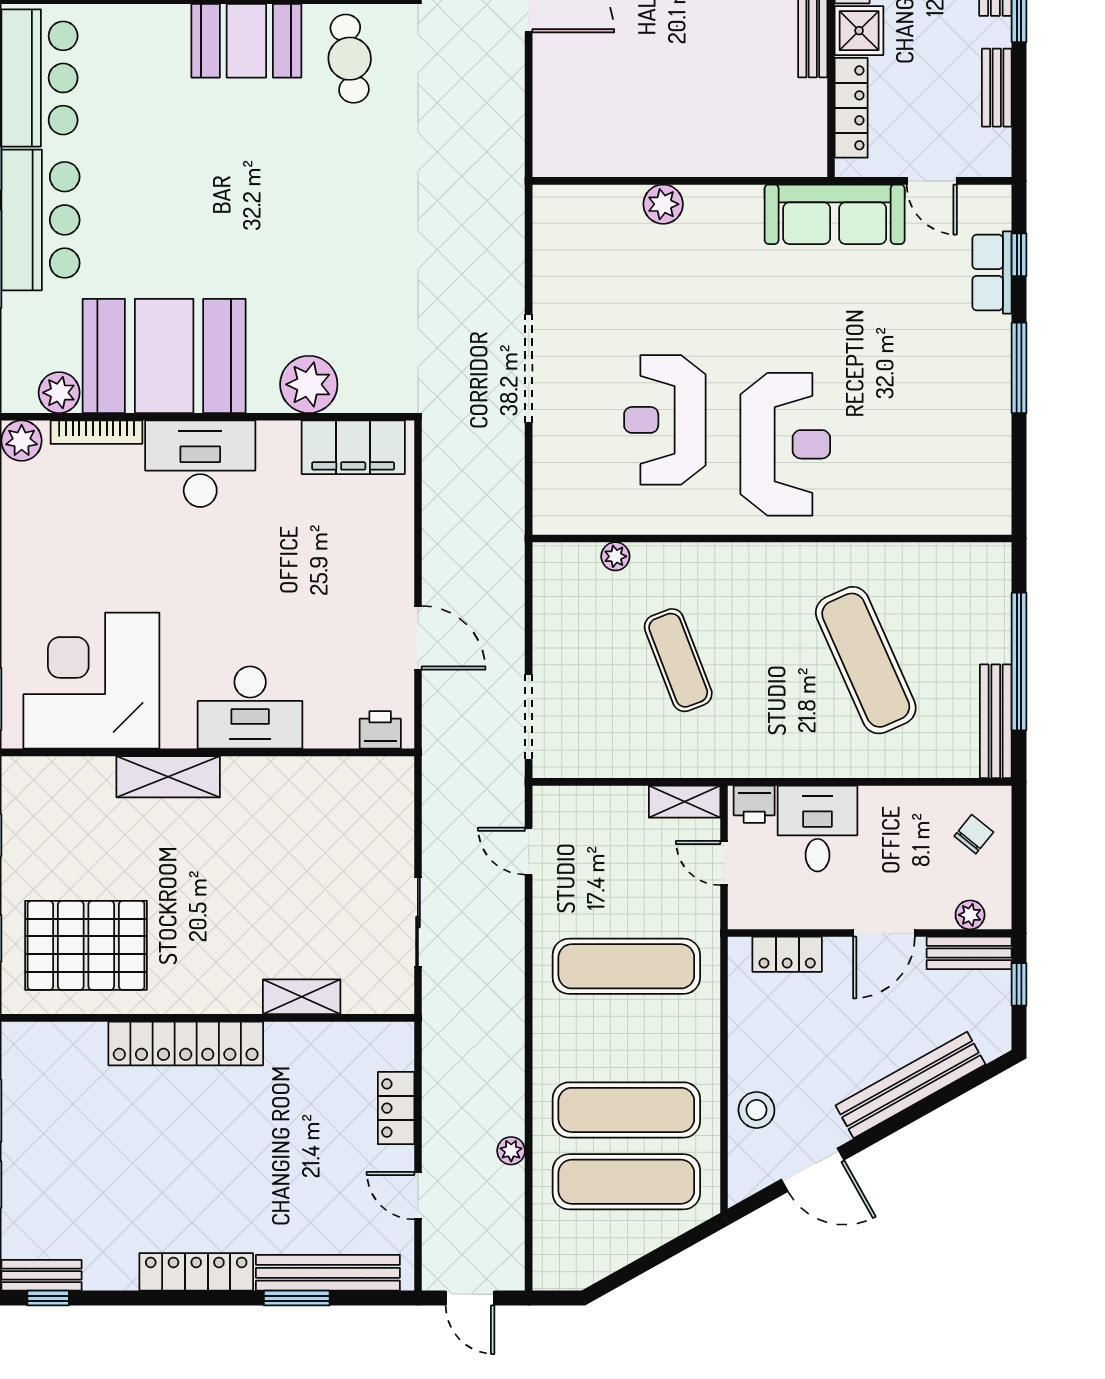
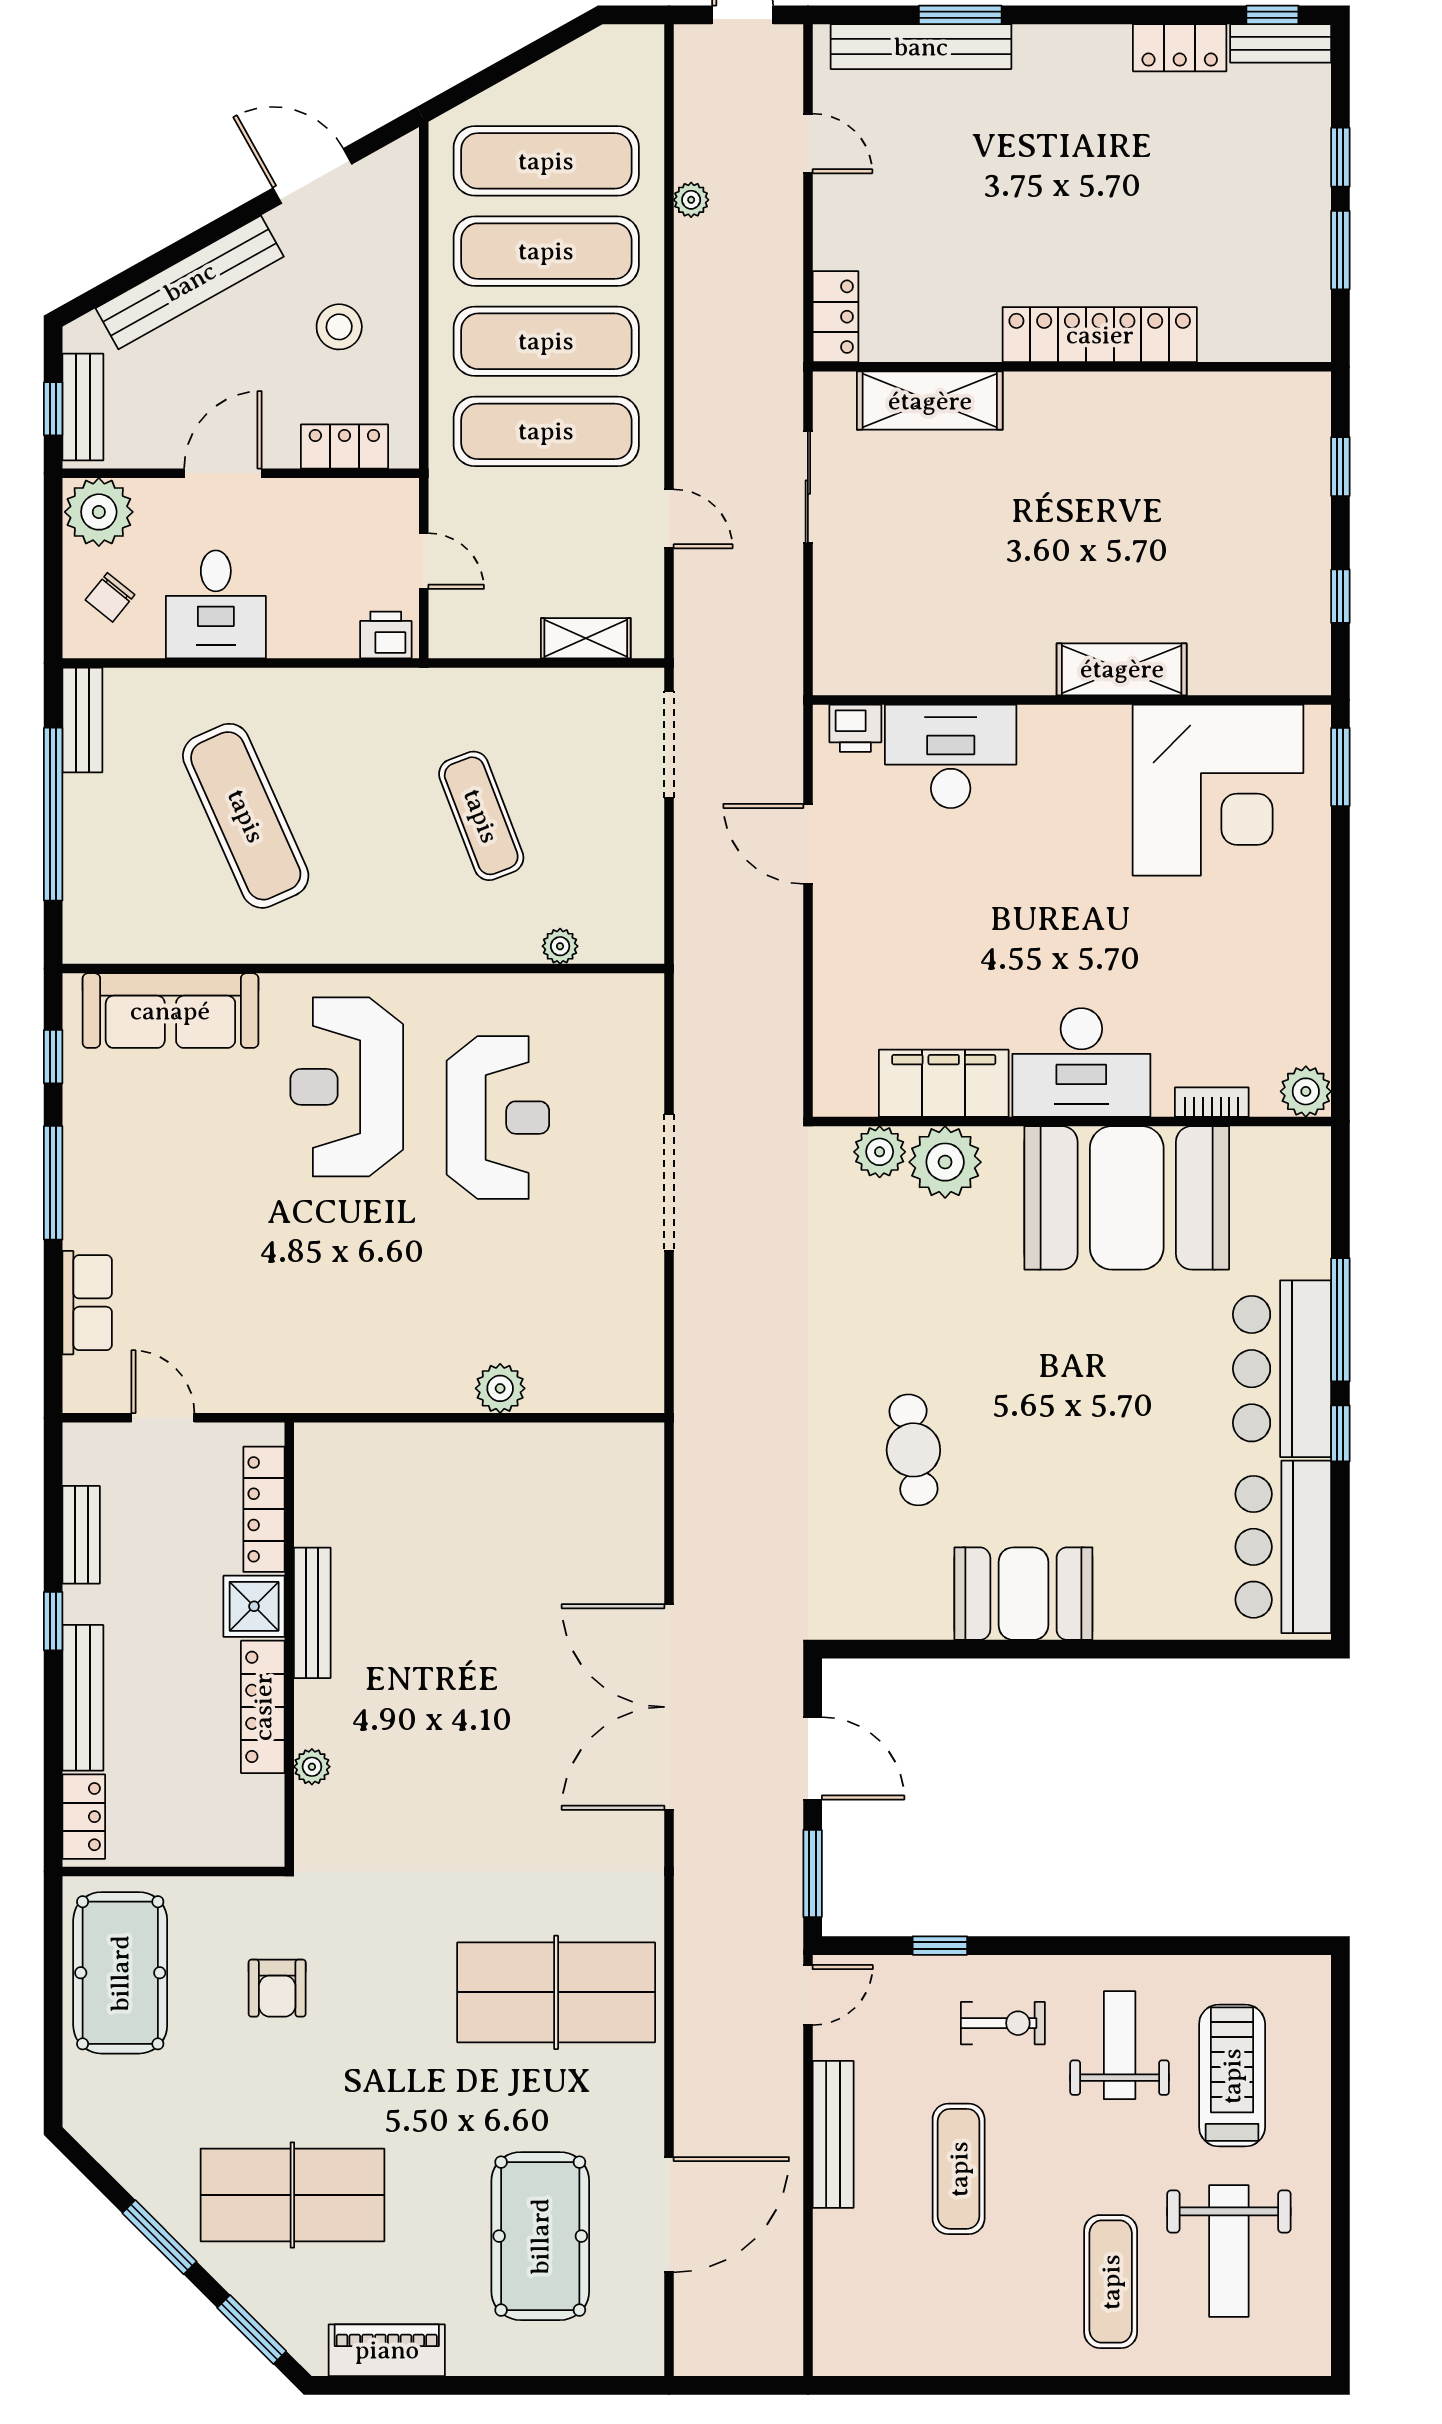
cafe table: (350, 59) -> (913, 1450), moved
sofa: (835, 214) -> (170, 1011), moved, turned 180
window: (1019, 255) -> (53, 1057), moved
plant: (59, 393) -> (880, 1152), moved
bookcase: (96, 432) -> (1212, 1102), width x0.64
filing cabinet: (353, 447) -> (944, 1083), moved
desk: (250, 708) -> (951, 756), moved
bench: (996, 721) -> (82, 720), width x0.73
shelving: (685, 802) -> (586, 638), moved
desk: (817, 828) -> (216, 604), moved
door: (529, 851) -> (669, 519), moved
plant: (970, 915) -> (99, 512), width x1.88, depth x1.88
pallet: (86, 945) -> (1225, 458), removed
bench: (969, 953) -> (83, 407), moved, turned 90
shelving: (302, 997) -> (930, 401), width x1.50, depth x1.33
exercise mat: (626, 1038) -> (546, 341), added
locker: (396, 1108) -> (836, 317), moved
stool: (756, 1110) -> (339, 327), moved
locker: (196, 1272) -> (1180, 48), moved, width x0.66

